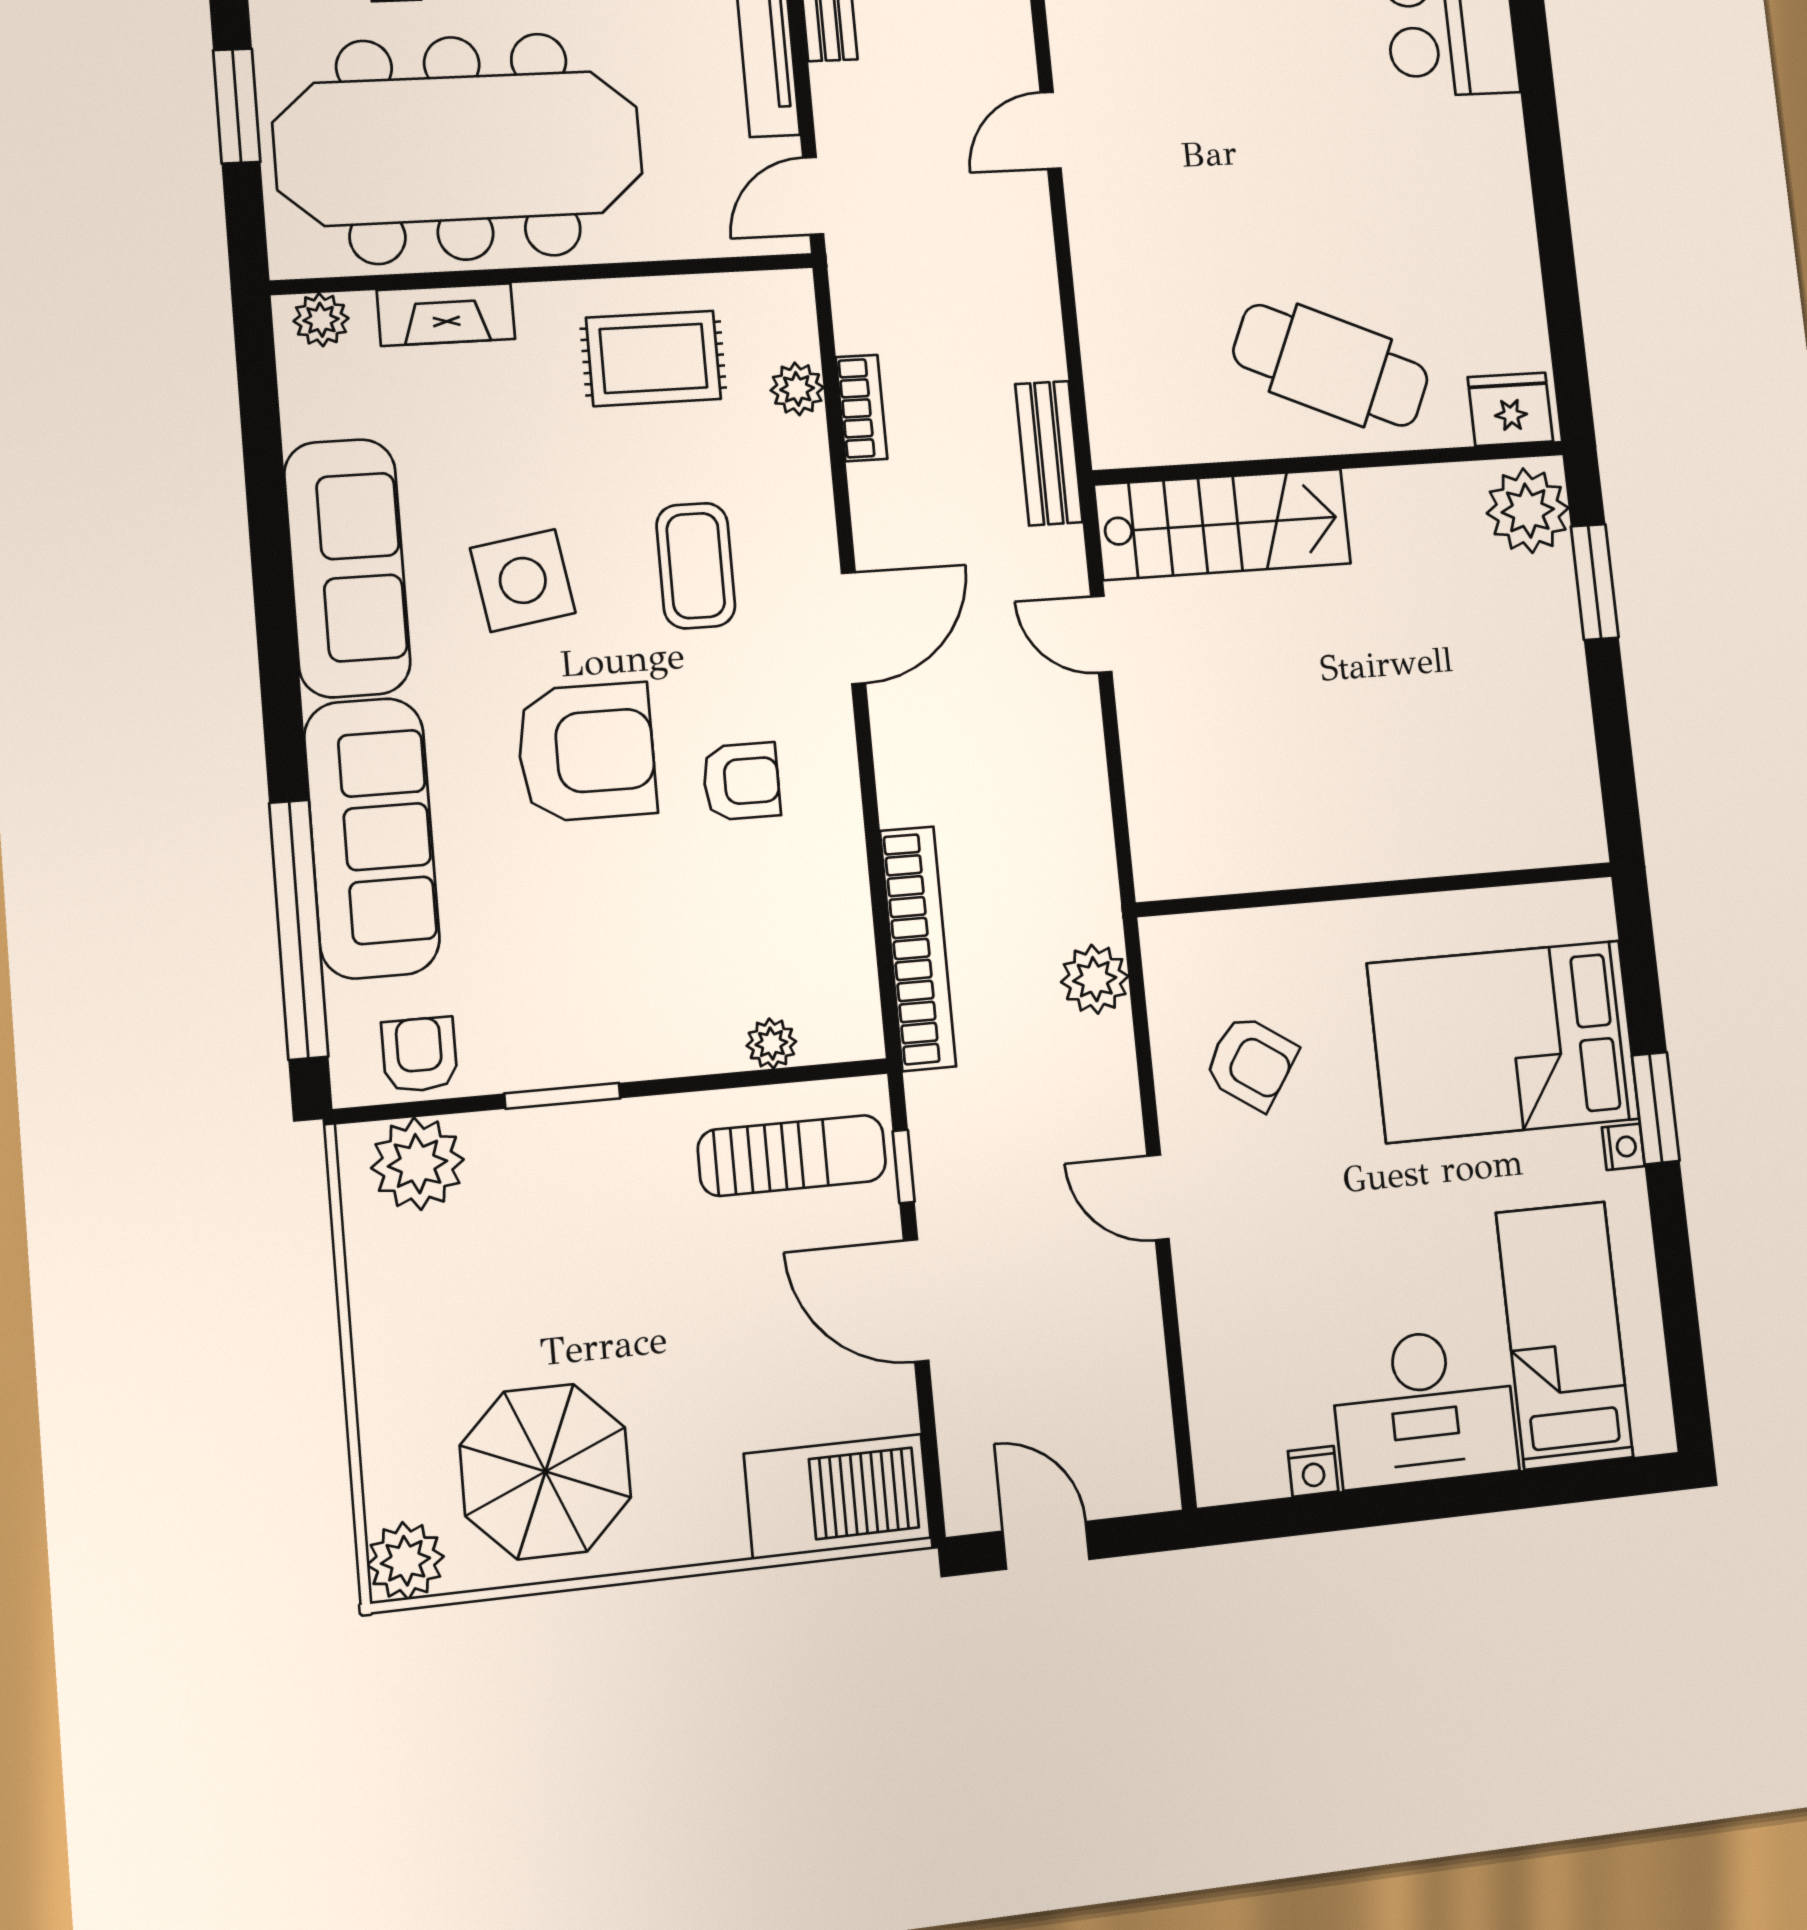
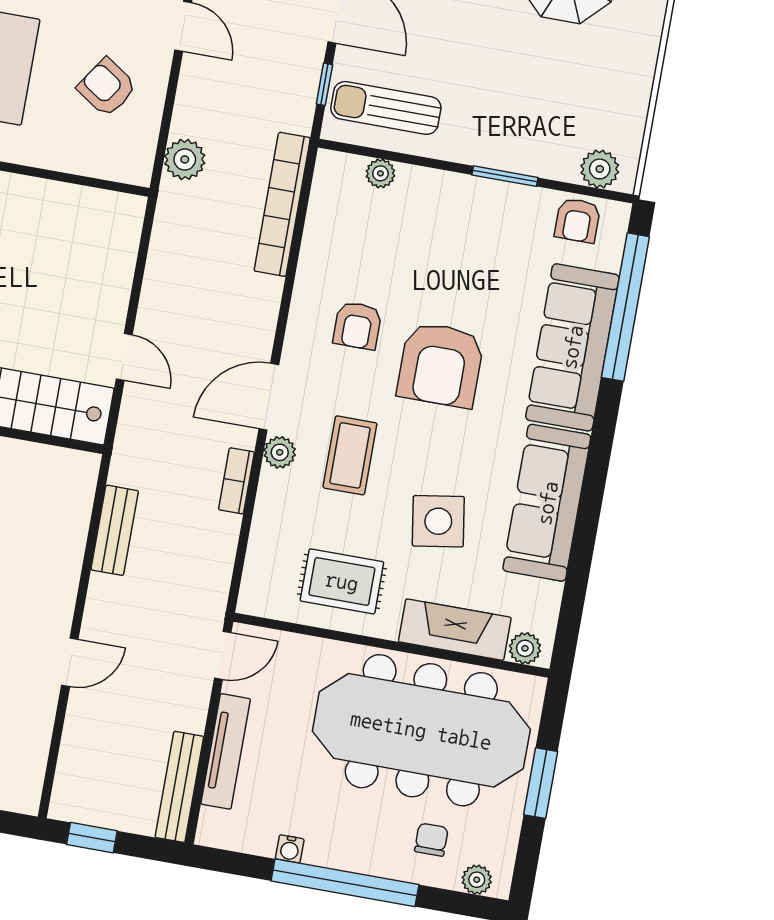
fireplace: (446, 315) -> (455, 630), width x1.37, depth x1.32
plant: (797, 389) -> (280, 452), moved
bookcase: (861, 408) -> (236, 481), moved
bench: (1049, 453) -> (115, 530), moved
side table: (523, 580) -> (438, 521), moved
armchair: (586, 752) -> (441, 365), turned -90
armchair: (741, 781) -> (357, 326), turned -90
plant: (418, 1164) -> (600, 169), width x0.73, depth x0.73

